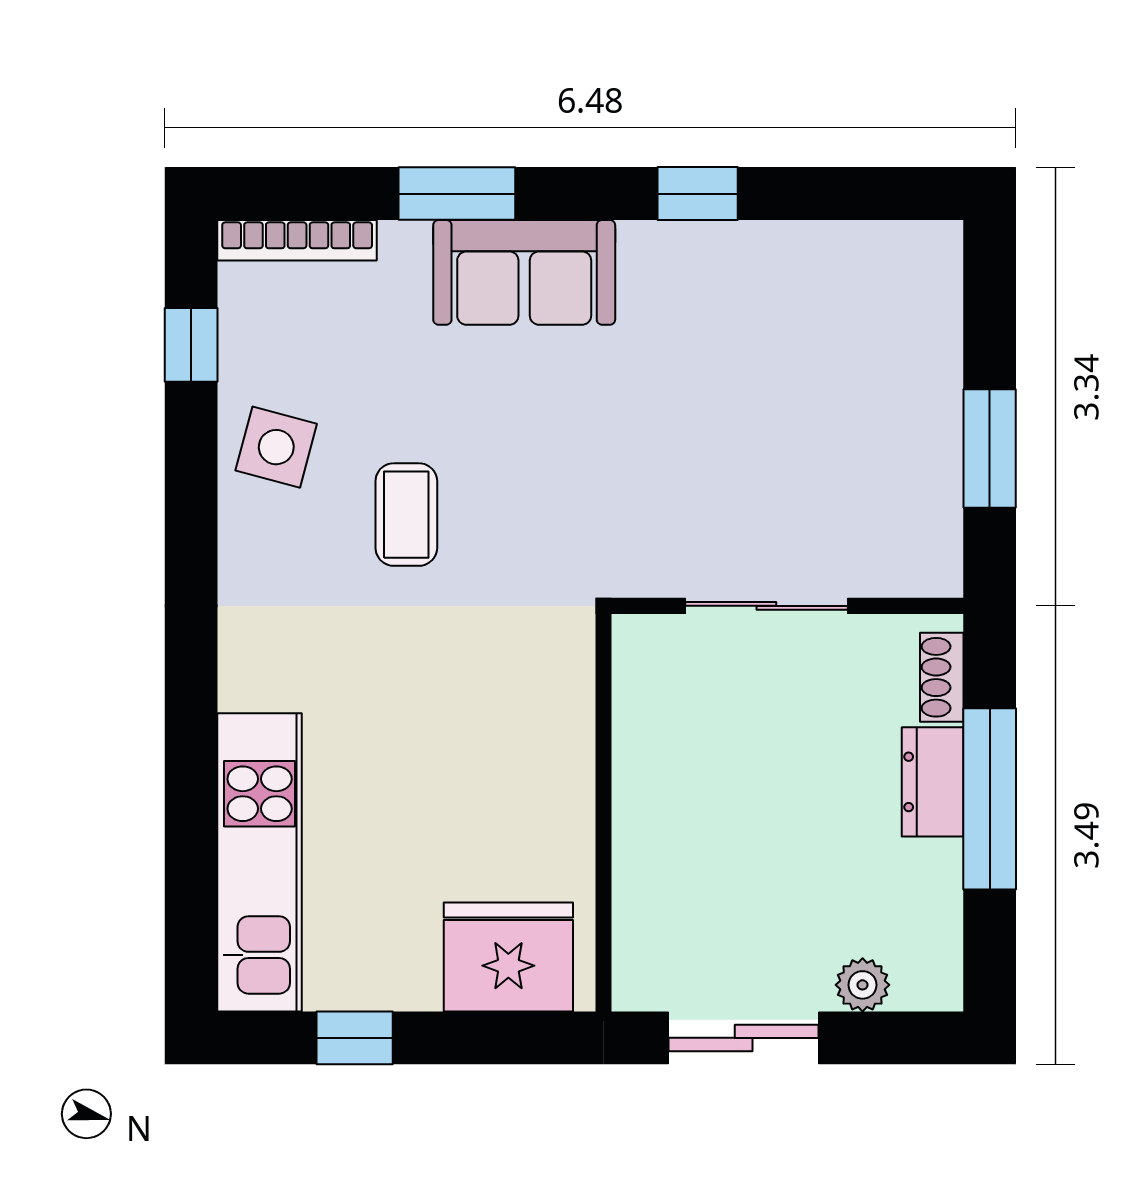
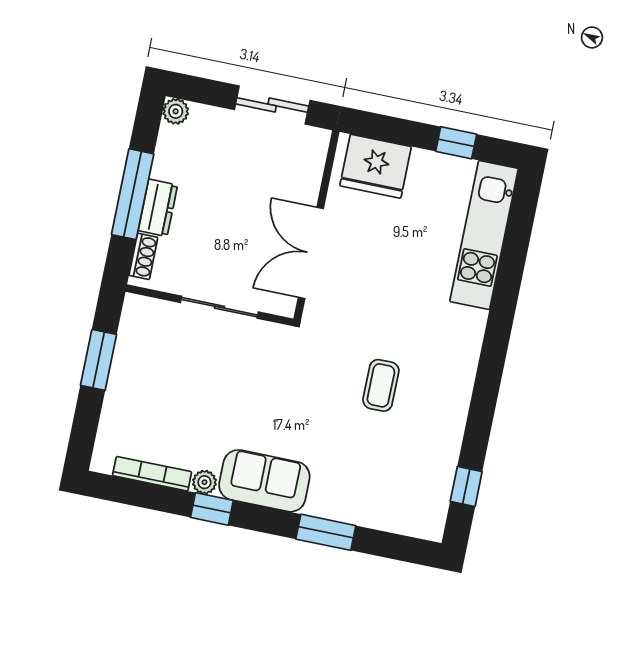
bookcase: (297, 240) -> (152, 474), moved
plant: (724, 245) -> (204, 482), added
sofa: (524, 272) -> (264, 481), moved
side table: (276, 447) -> (436, 430), removed
double door: (604, 754) -> (311, 253), added
plant: (863, 985) -> (176, 111), moved

